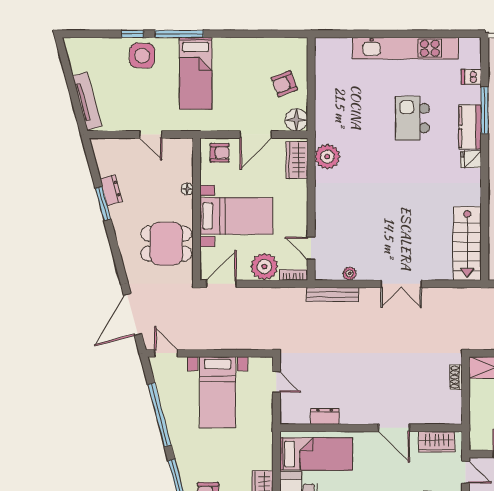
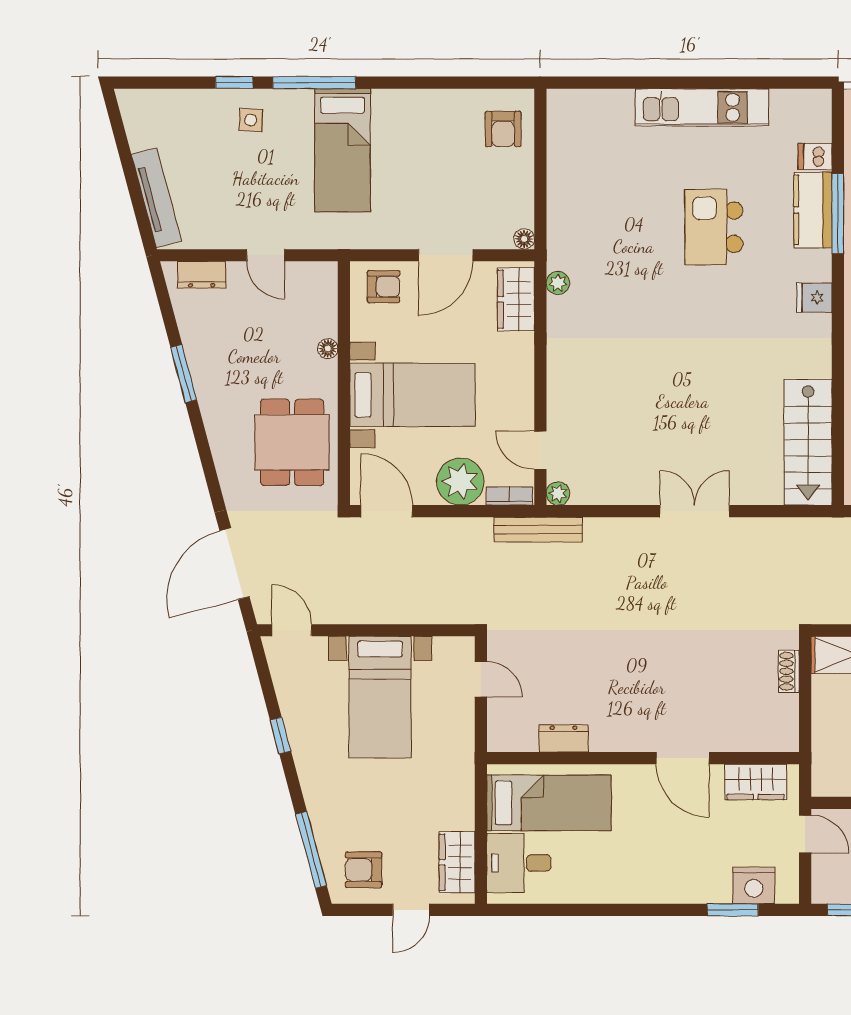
kitchen unit: (405, 48) -> (702, 107), width x0.73
side table: (142, 56) -> (251, 120), width x0.54, depth x0.54
armchair: (284, 84) -> (503, 129), moved, turned -69
floor lamp: (296, 120) -> (524, 239), width x0.53, depth x0.53
kitchen counter: (470, 127) -> (813, 210), moved
plant: (327, 157) -> (558, 283), width x0.53, depth x0.53
dresser: (111, 190) -> (202, 275), moved, turned 105
dining table: (166, 244) -> (292, 442), turned 90
plant: (350, 273) -> (558, 493), moved
door: (221, 284) -> (387, 511), hinge flipped
double door: (401, 284) -> (695, 511), swing flipped
bench: (333, 295) -> (538, 530), moved
window: (160, 415) -> (281, 736), width x0.32

